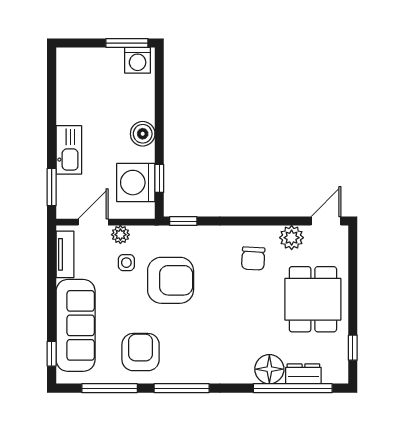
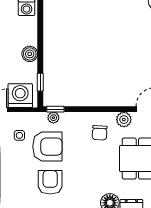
washing machine: (136, 183) -> (20, 96), moved, turned 90
plant: (120, 235) -> (53, 118), moved
armchair: (141, 352) -> (50, 182), moved

